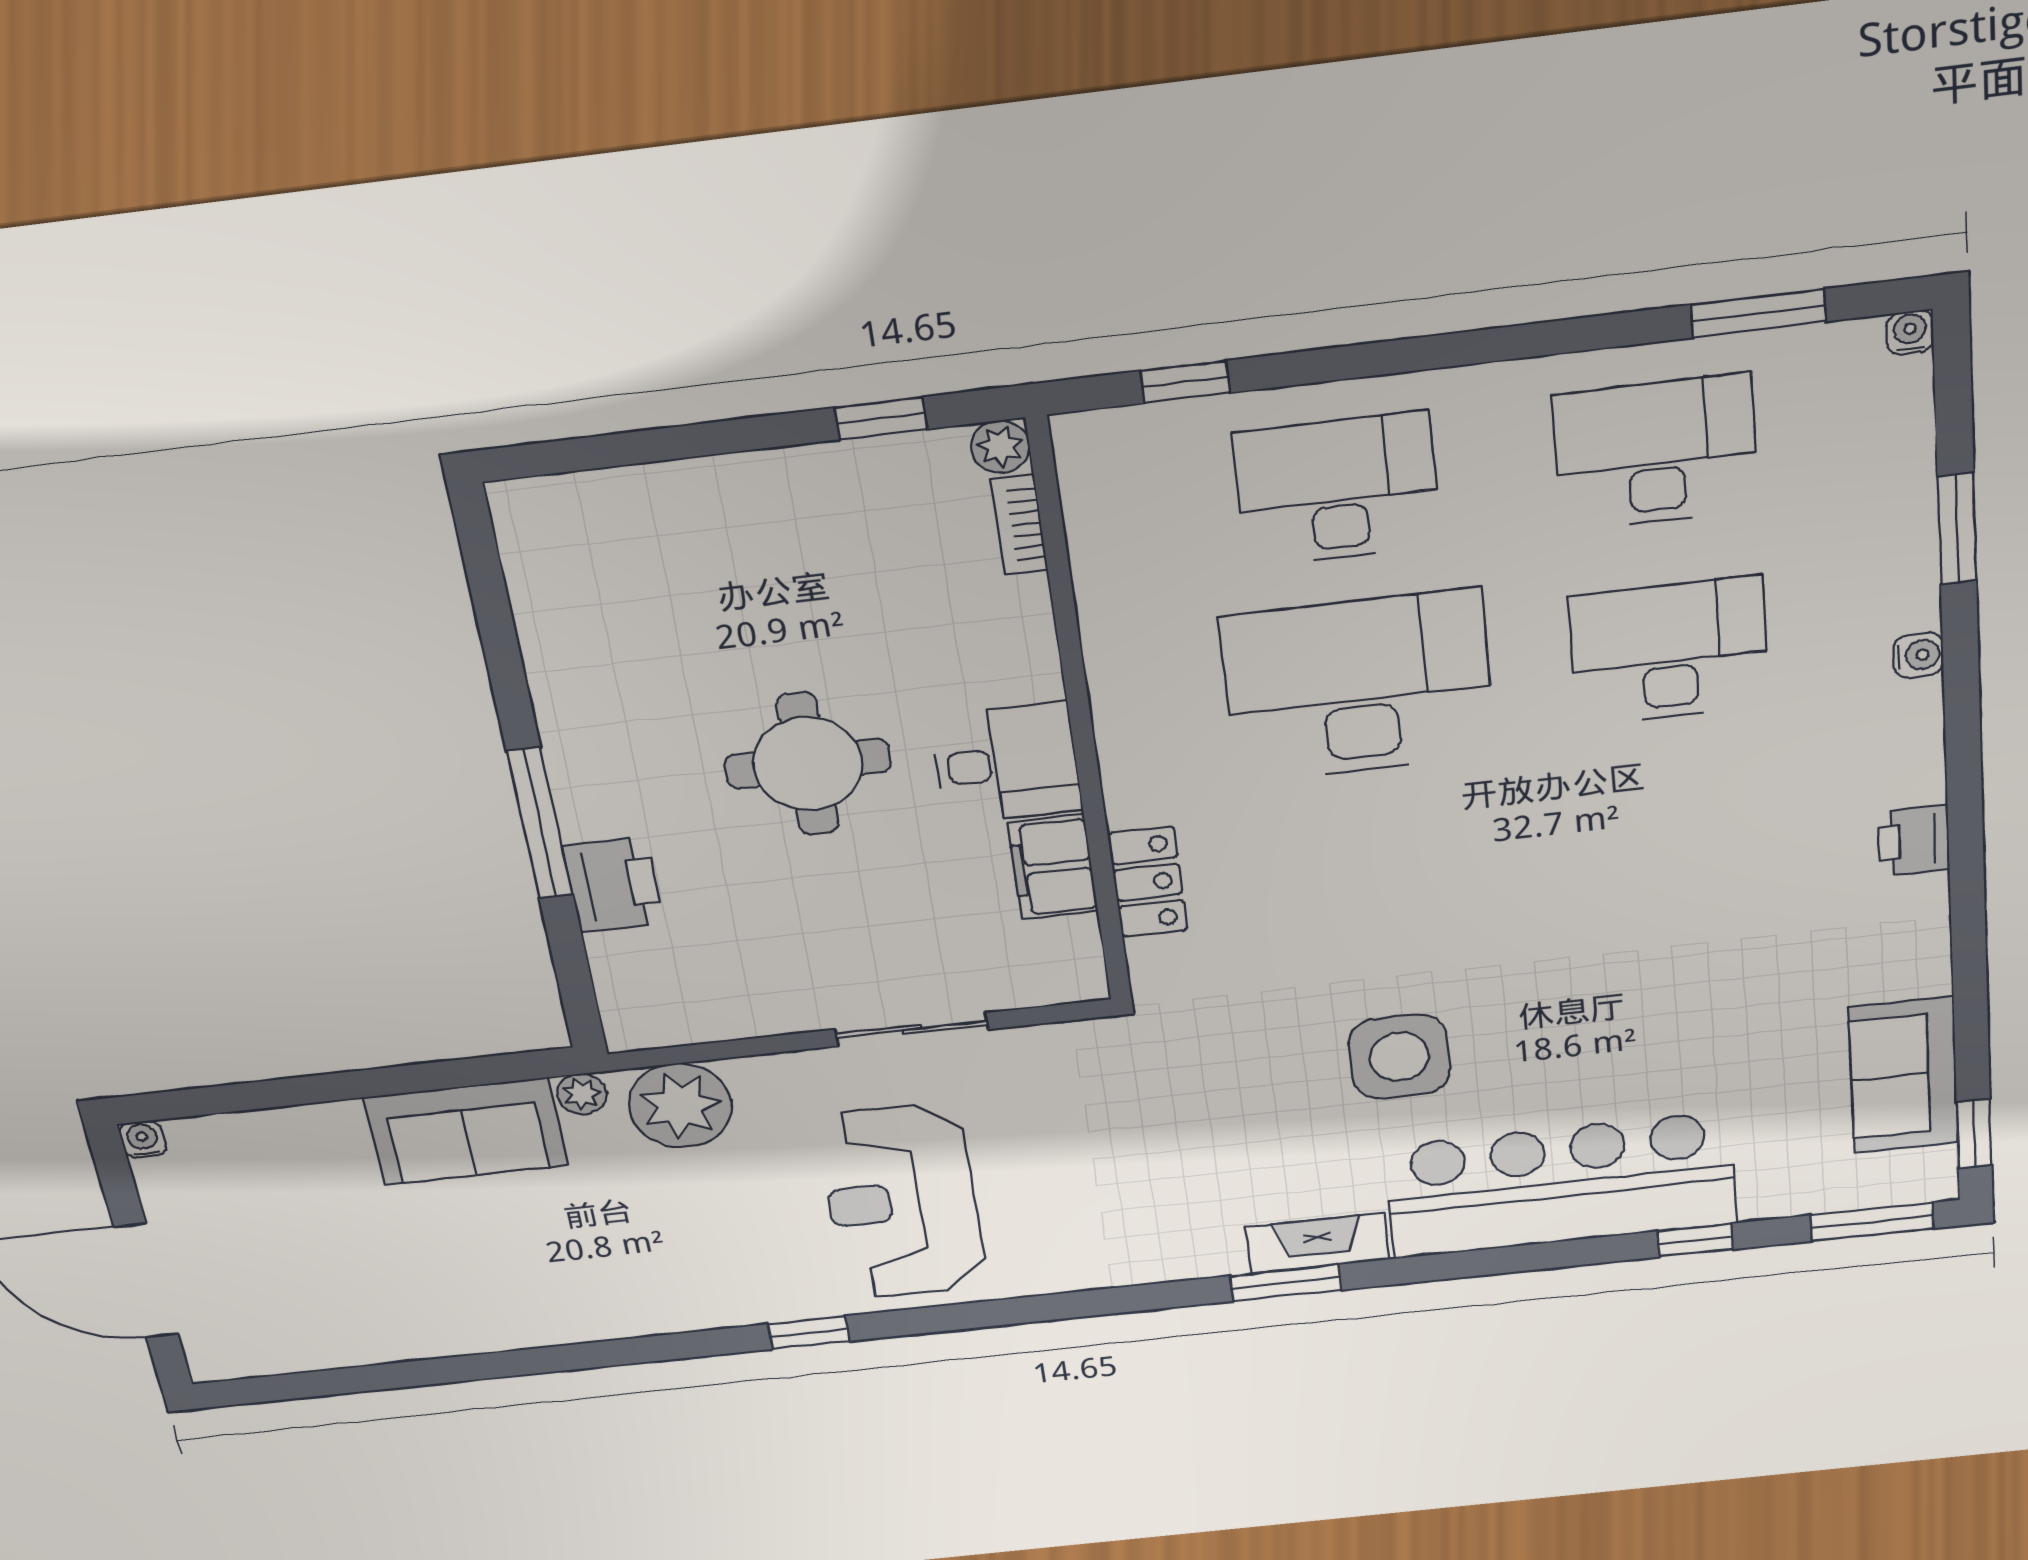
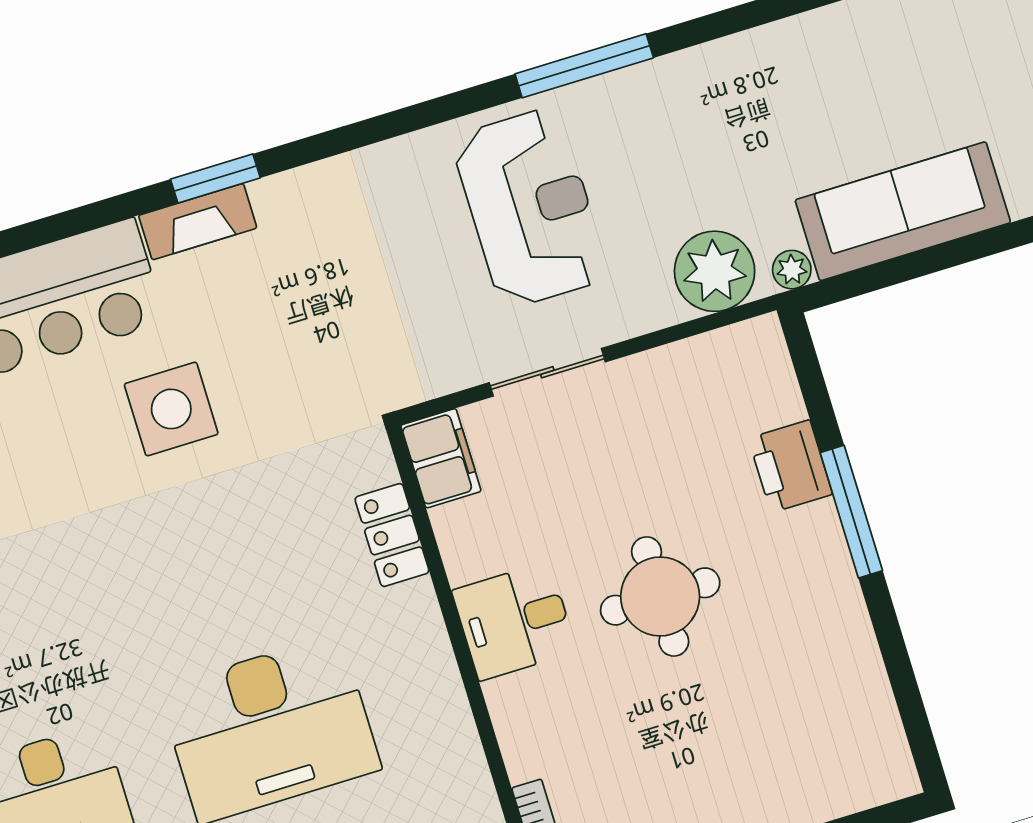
filing cabinet: (1053, 867) -> (441, 458), moved
sofa: (466, 1131) -> (903, 211), width x1.36
window: (809, 1333) -> (584, 66), width x2.17

